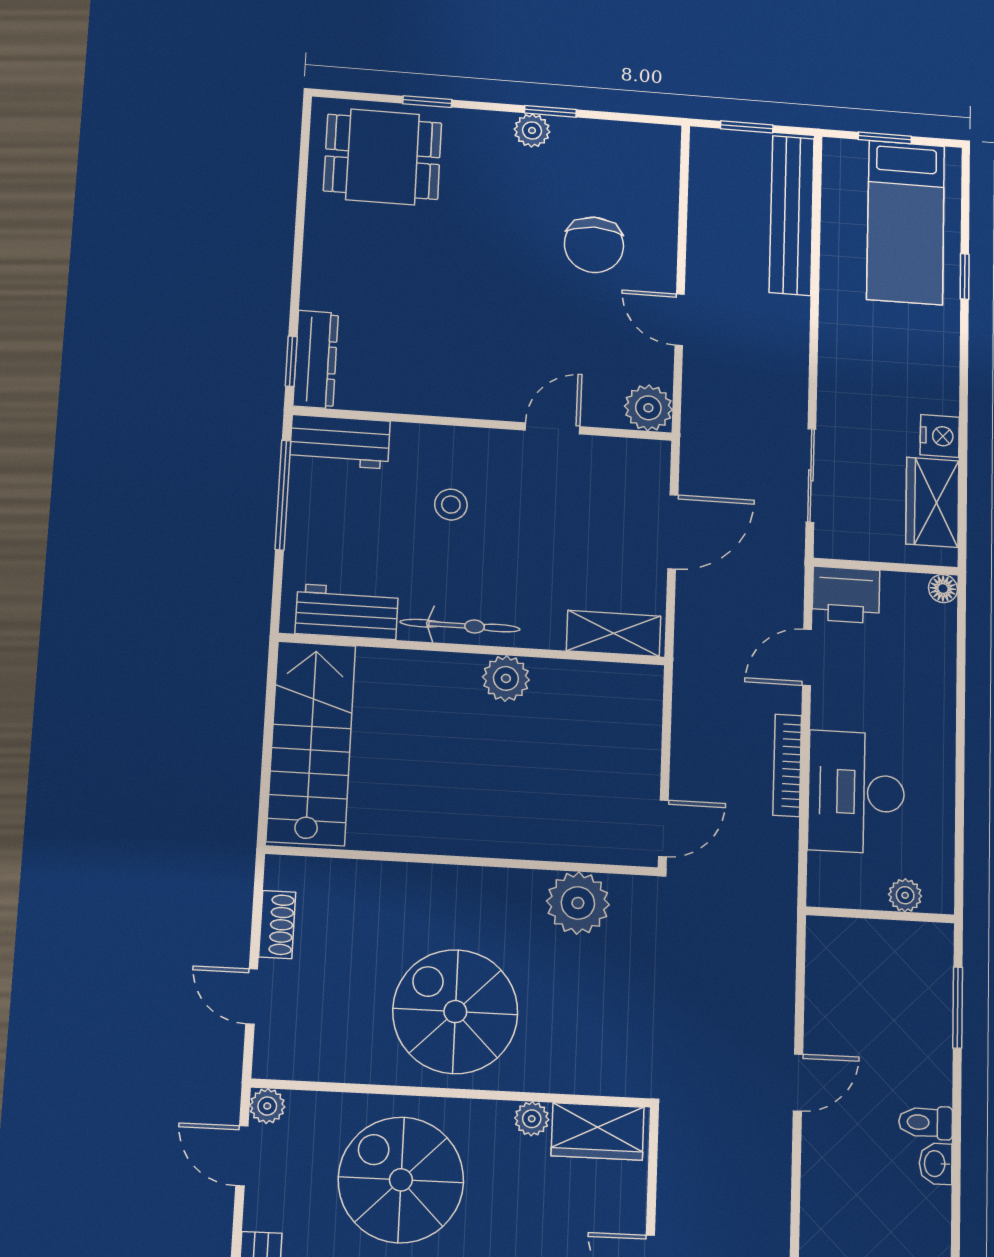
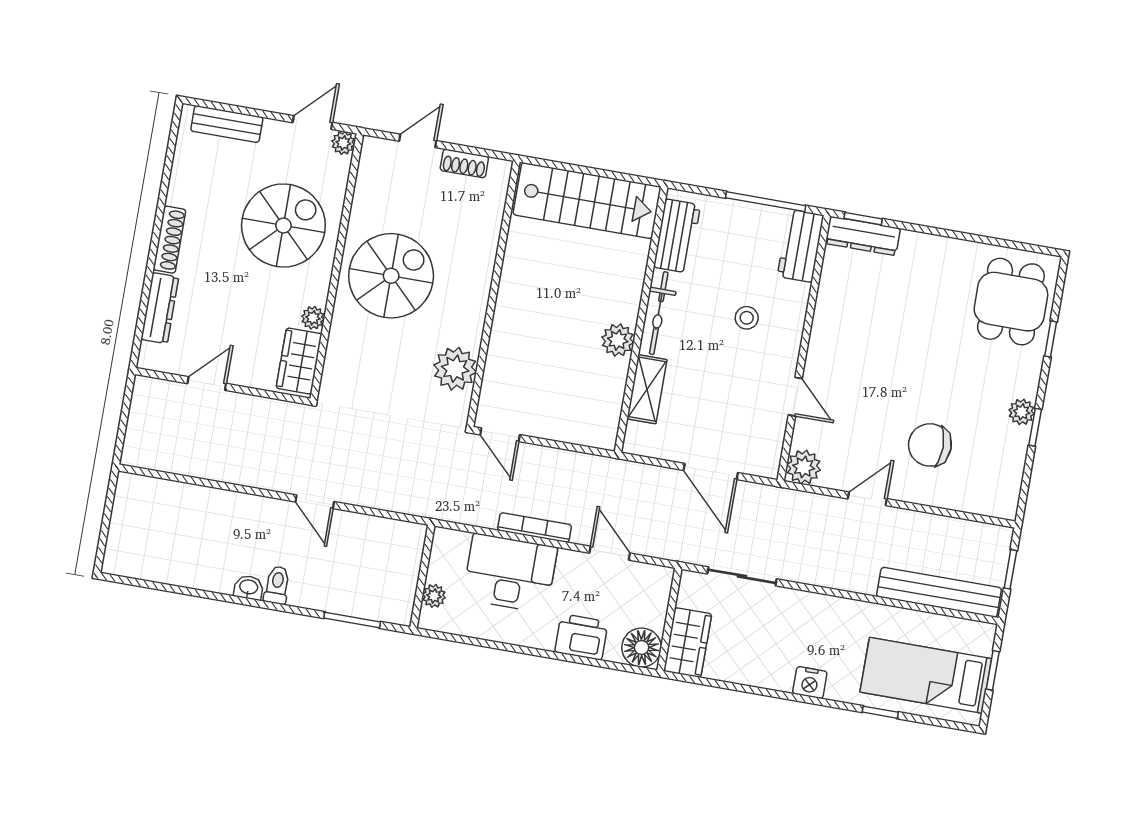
nightstand: (940, 436) -> (810, 683), moved
wardrobe: (932, 502) -> (688, 642), moved, turned 90
floor lamp: (943, 589) -> (642, 648), width x1.89, depth x1.89
printer: (846, 595) -> (581, 637), moved, turned 90
shelving: (614, 633) -> (647, 389), moved

